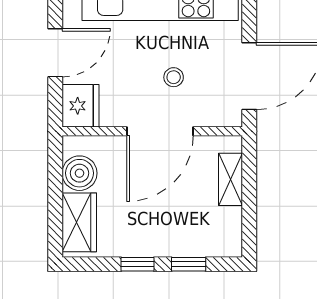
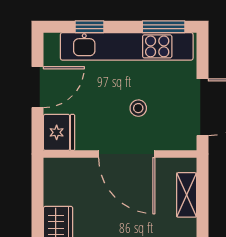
door: (160, 131) -> (127, 154), hinge flipped
boiler: (79, 173) -> (58, 190), removed

